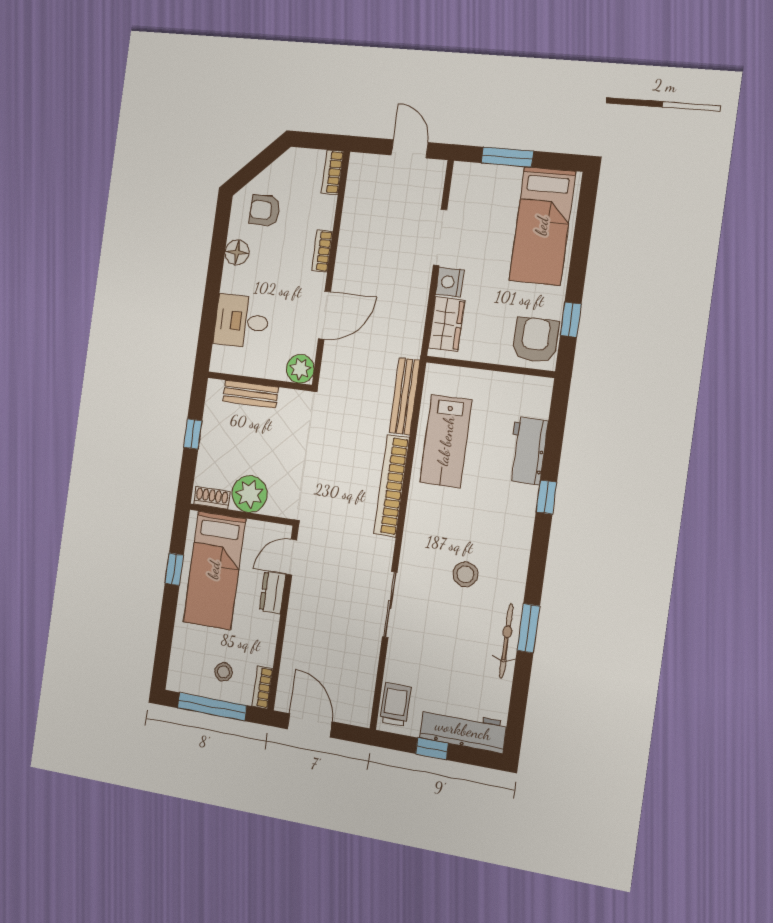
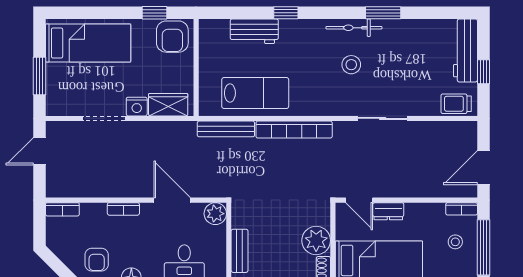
armchair: (535, 340) -> (172, 37), turned -90
bicycle: (506, 641) -> (354, 28), moved

